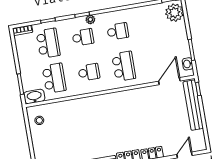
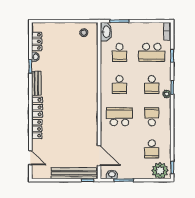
school desk: (153, 25) -> (152, 149), added
school desk: (118, 31) -> (152, 117), turned 180
school desk: (124, 66) -> (119, 117), turned 180
school desk: (54, 78) -> (119, 52), width x0.54

